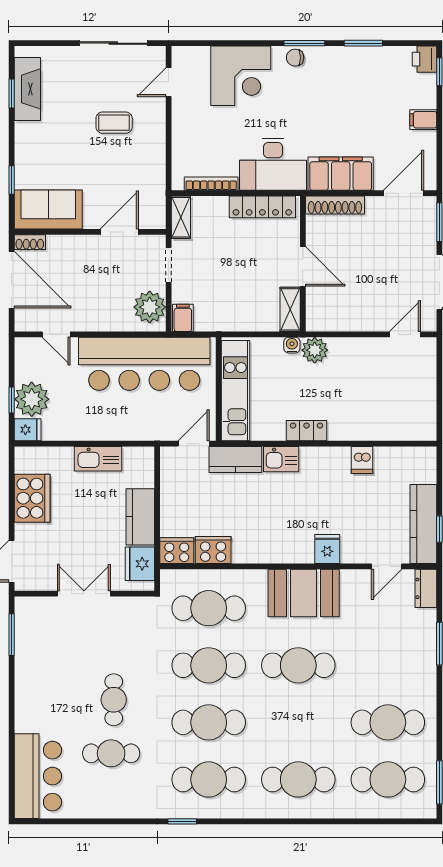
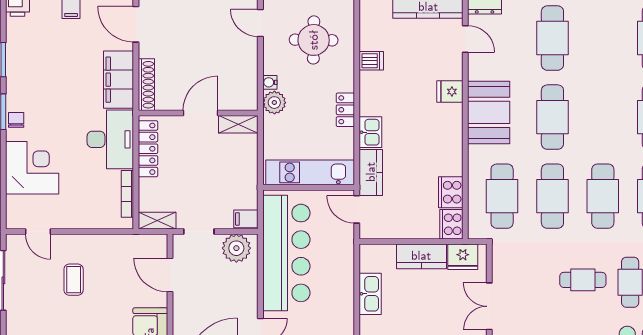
chair: (295, 58) -> (16, 120), turned 180
water cooler: (292, 345) -> (270, 82), moved
round table: (386, 395) -> (314, 40), added
cafe table: (388, 722) -> (552, 38), moved

